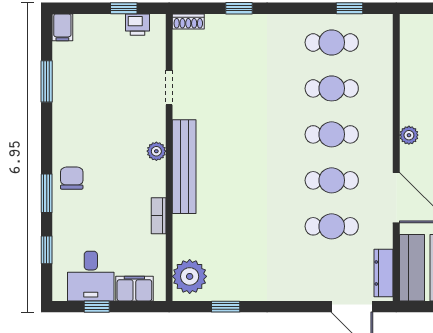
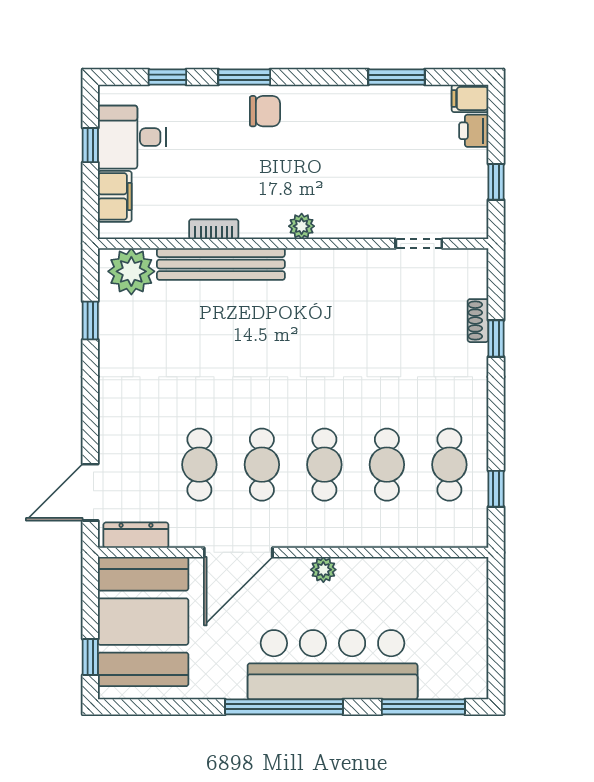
shoe rack: (188, 21) -> (478, 321), moved
printer: (137, 25) -> (474, 131), moved
doorway: (169, 87) -> (419, 244), moved
bench: (184, 167) -> (221, 264), moved

